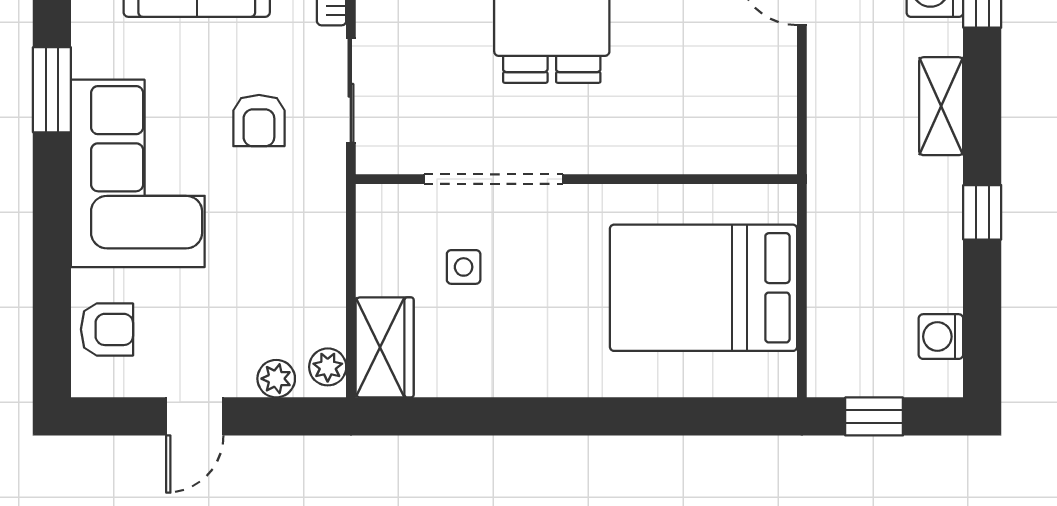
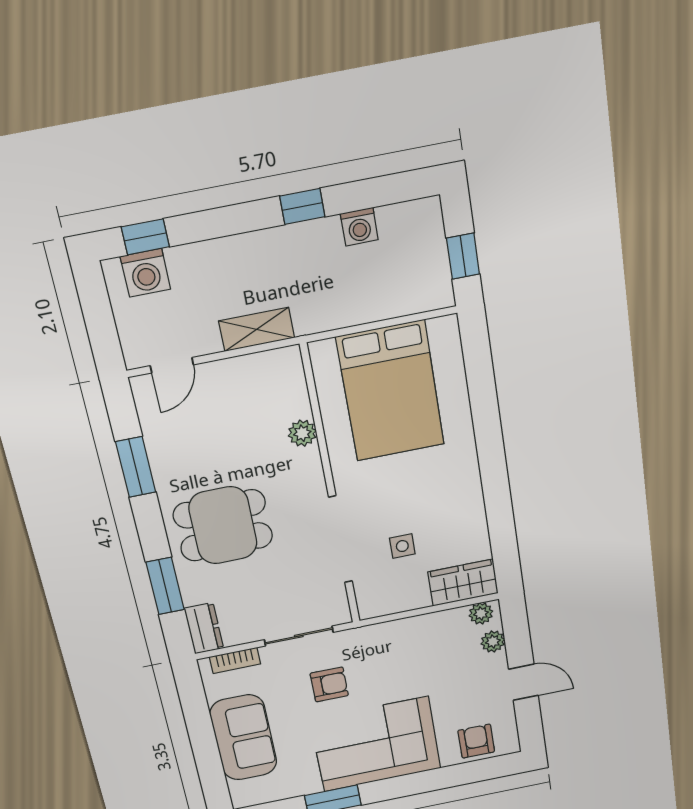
shelving: (941, 106) -> (257, 329), moved
plant: (667, 154) -> (302, 433), added
washing machine: (941, 337) -> (359, 227), moved

